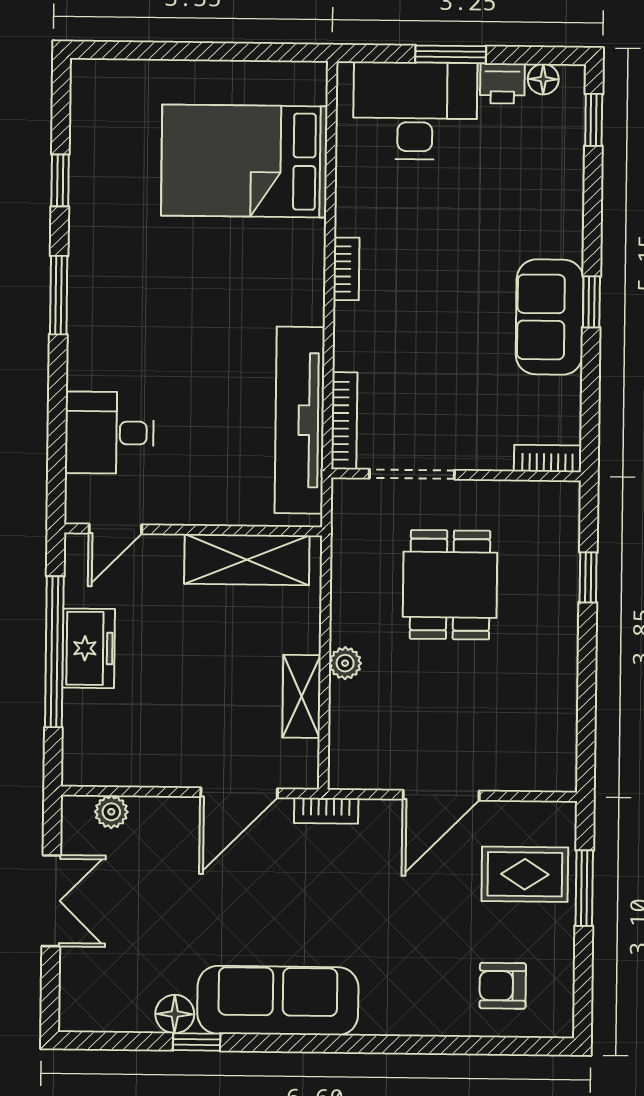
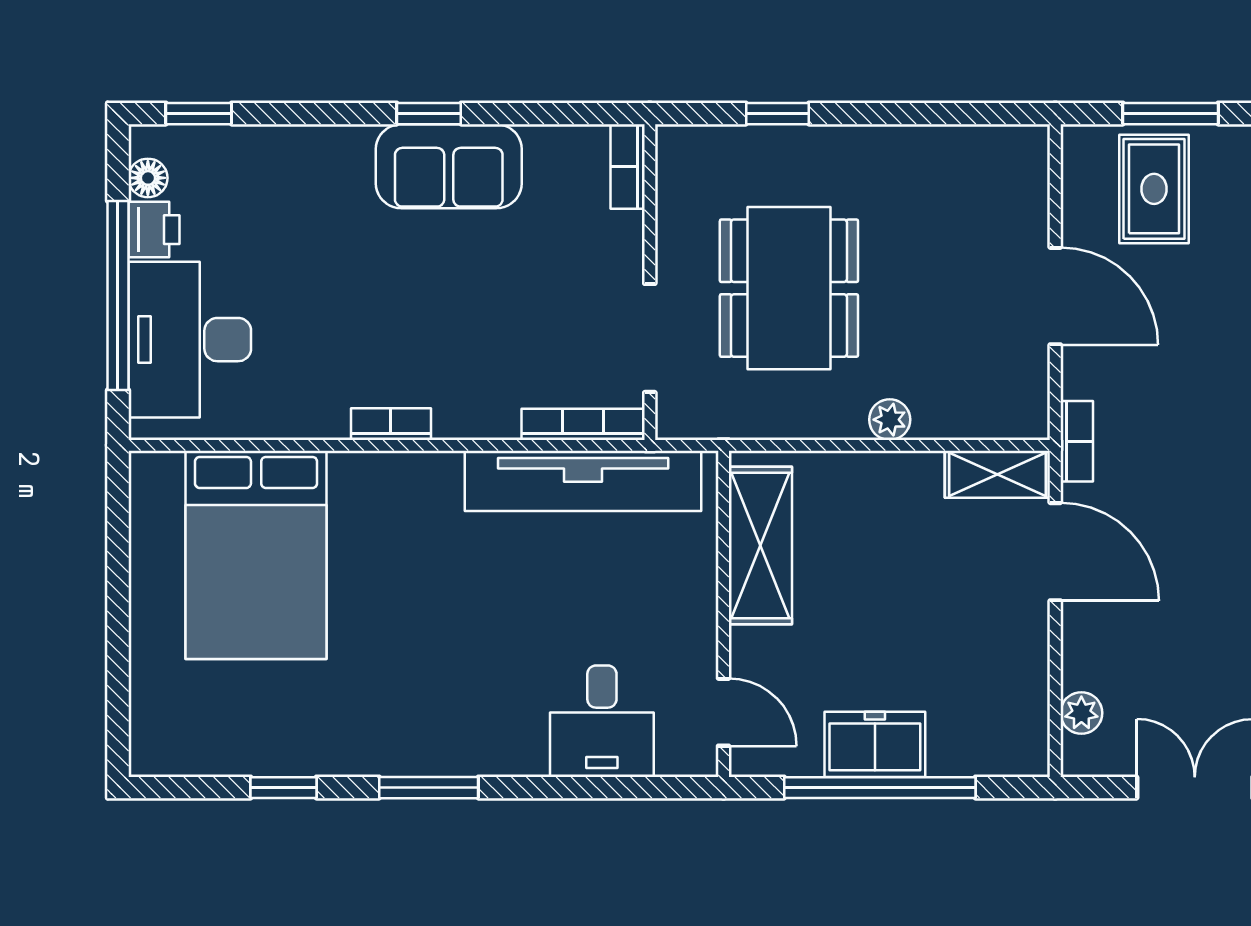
window: (451, 54) -> (118, 296), width x2.11
dining table: (450, 585) -> (789, 288), width x1.37
shelving: (301, 696) -> (997, 474), moved

